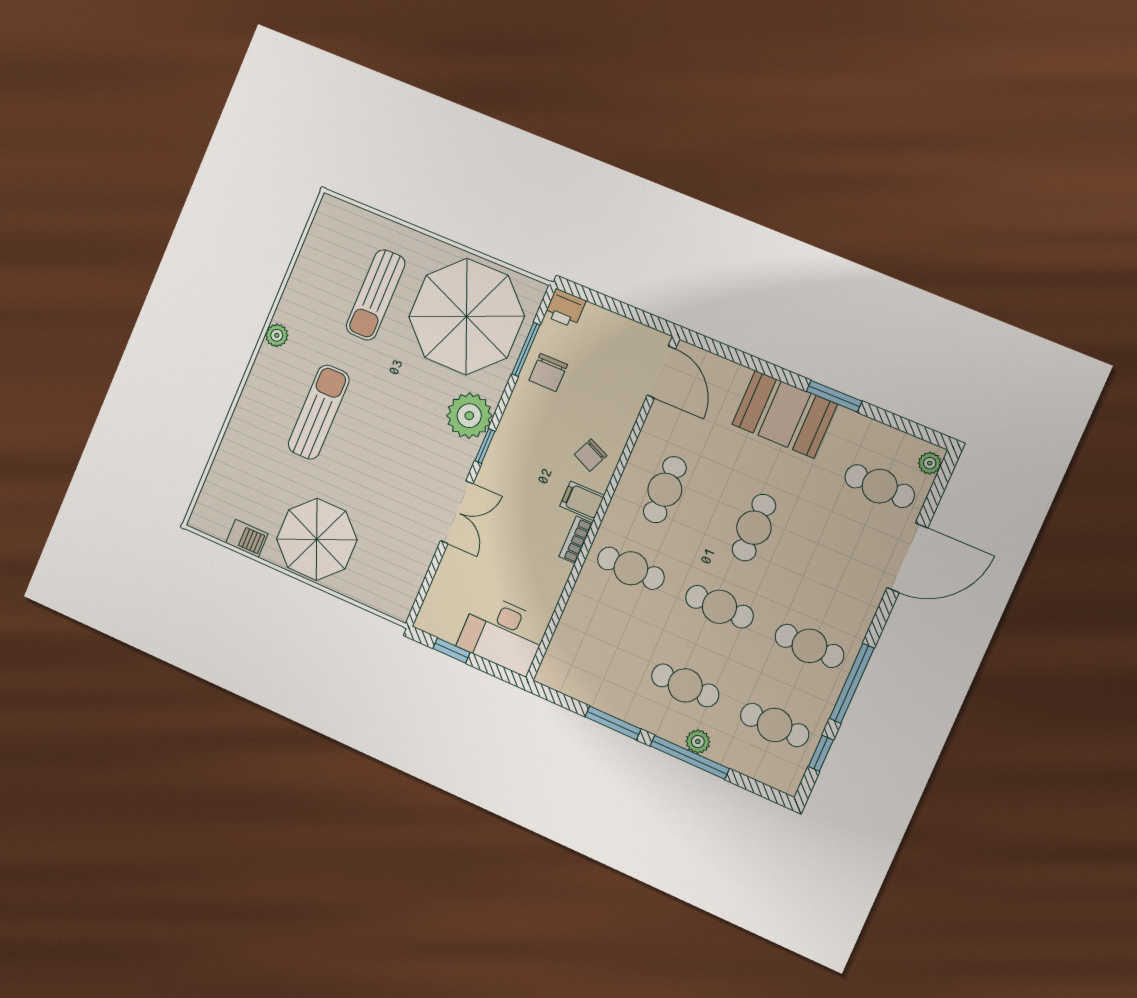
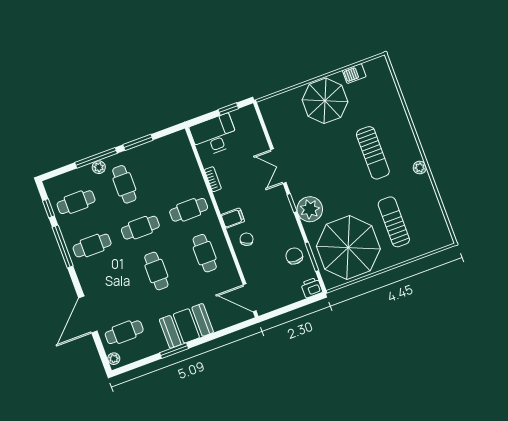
bookcase: (576, 540) -> (213, 179), moved
cafe table: (685, 685) -> (124, 184), turned 90

